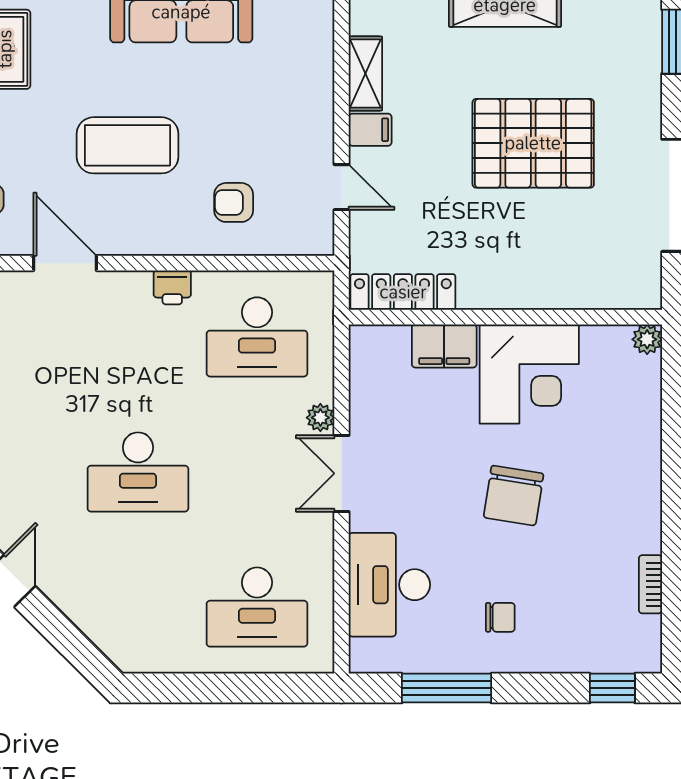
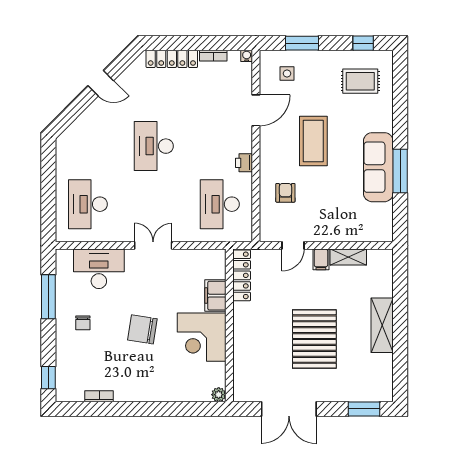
plant: (320, 418) -> (180, 235), removed

